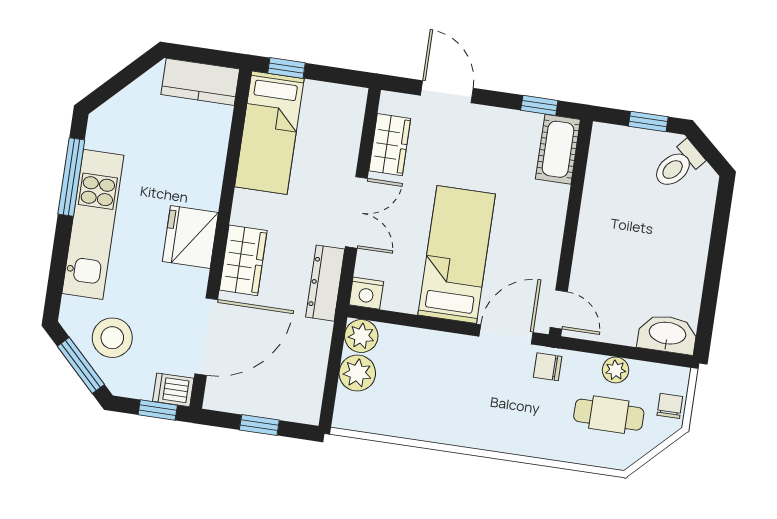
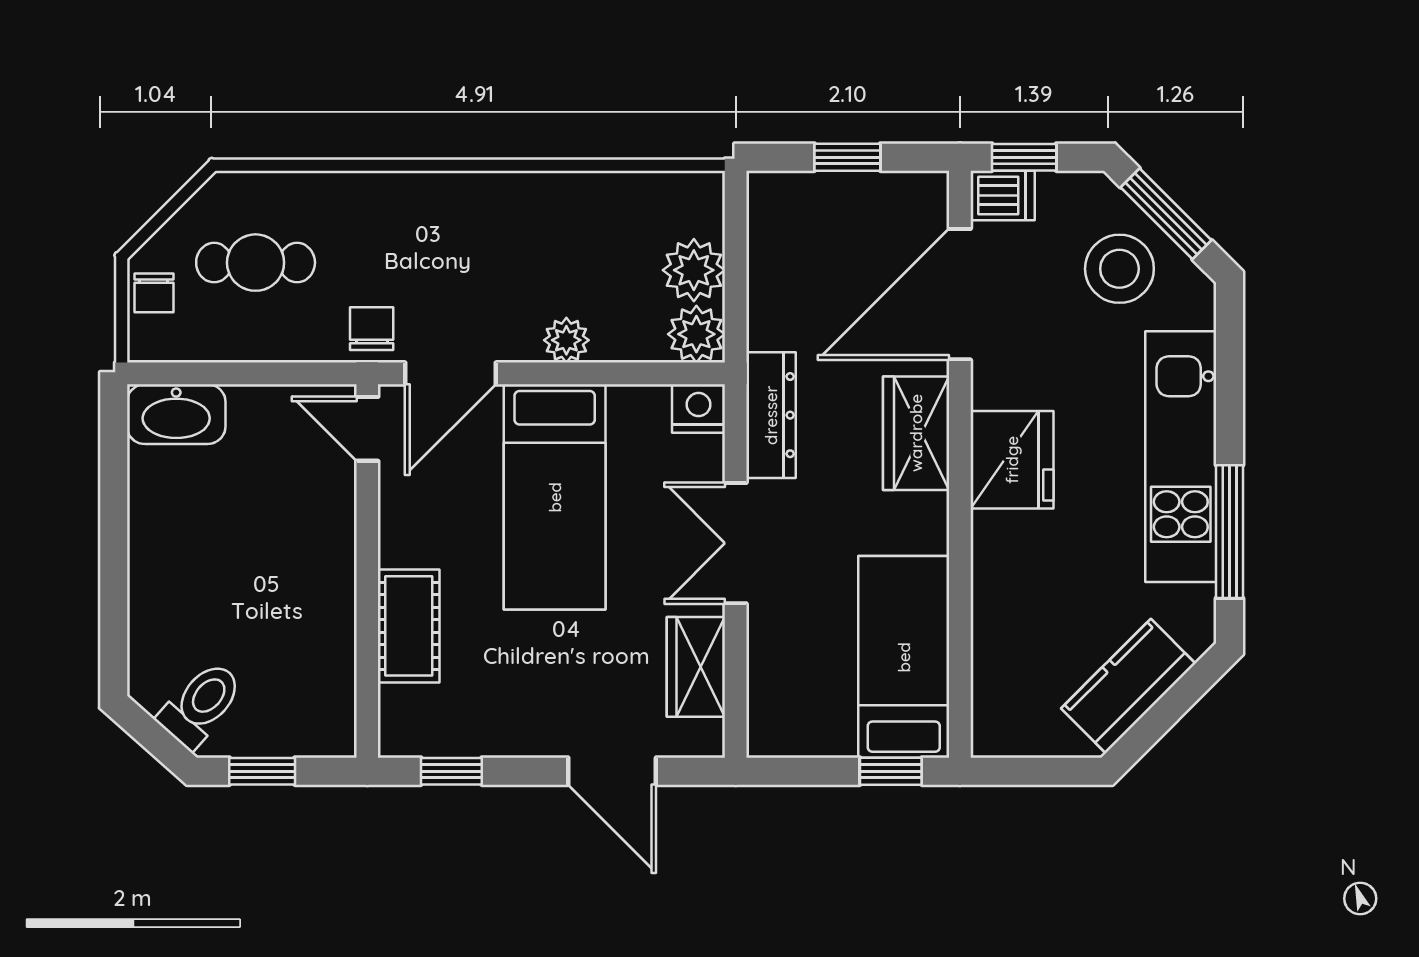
kitchen counter: (200, 82) -> (1128, 686), moved, turned -45
cot: (558, 149) -> (409, 626), moved
chair: (548, 367) -> (372, 329), turned -90
plant: (616, 370) -> (566, 340), moved

